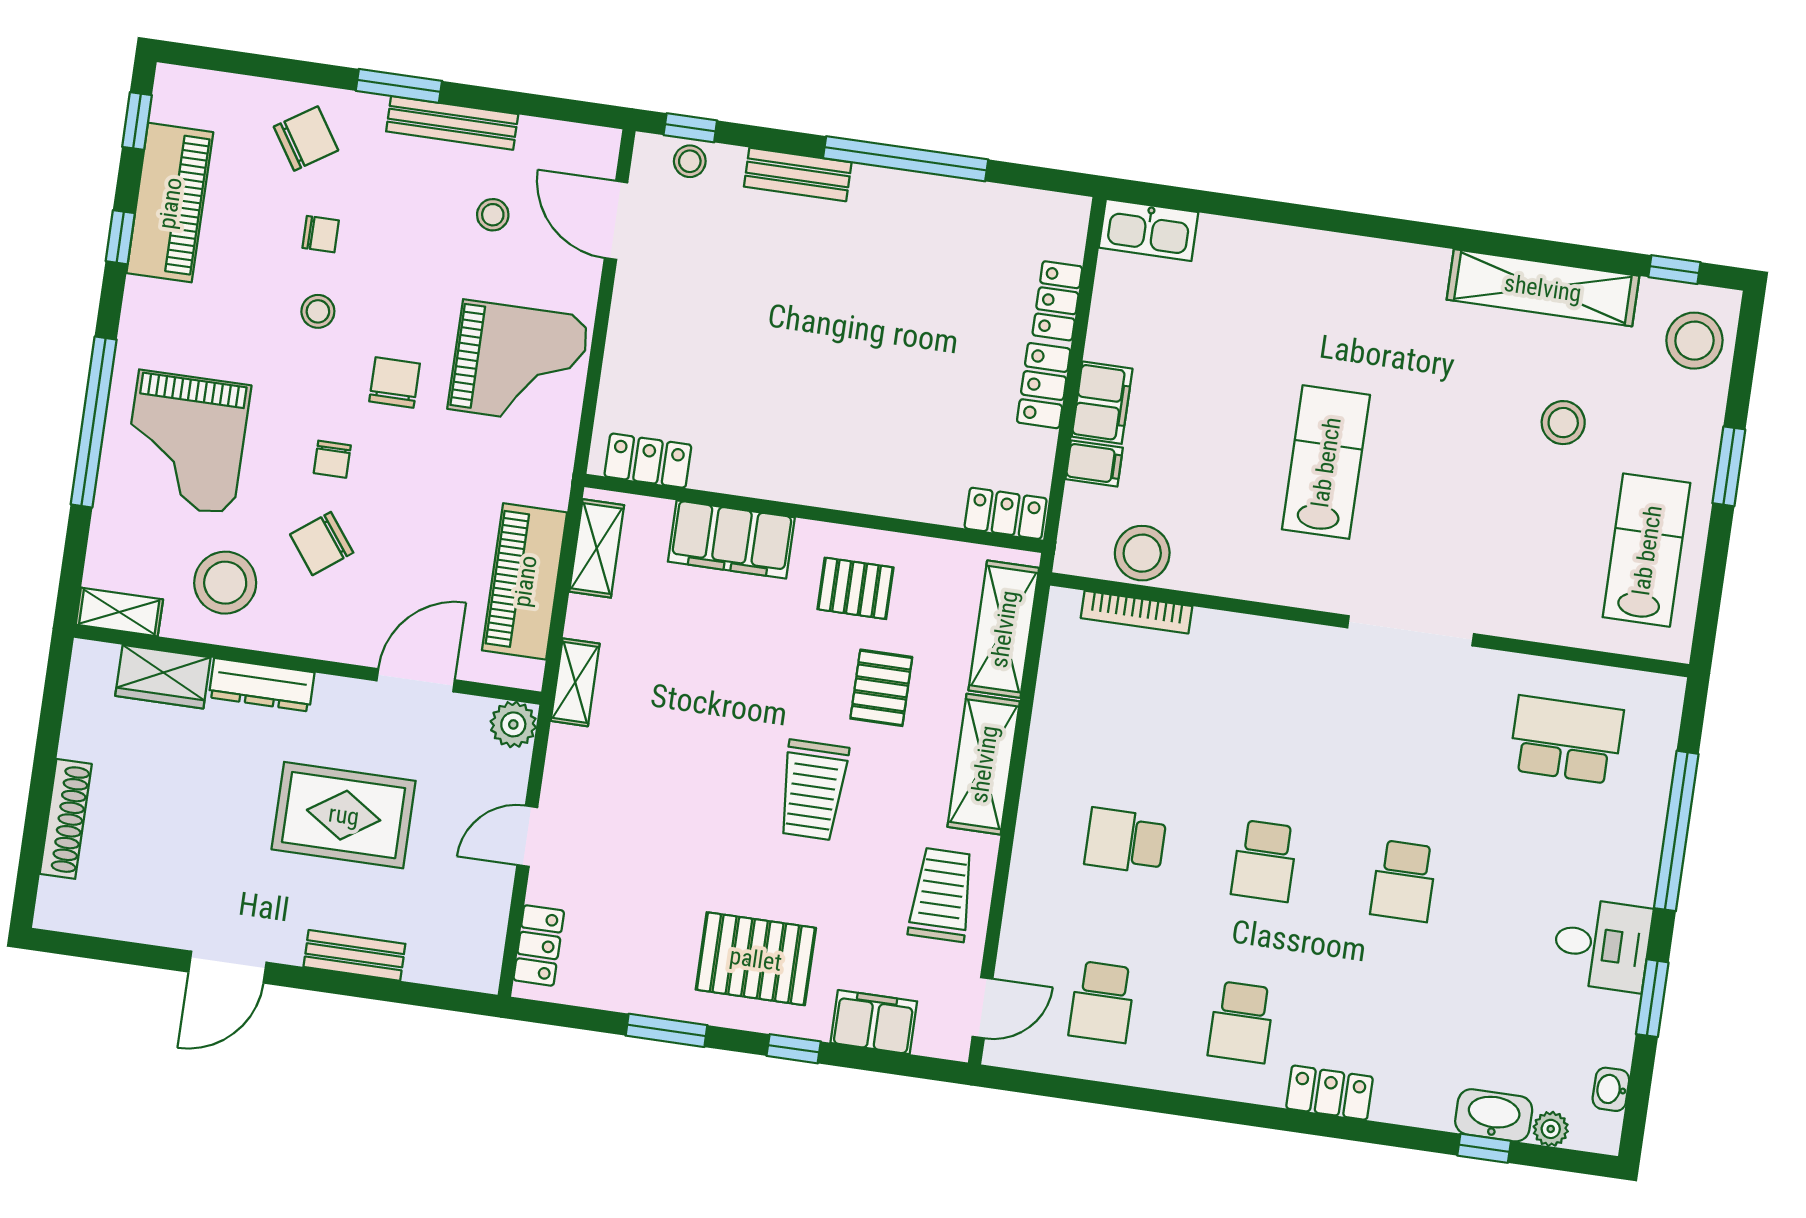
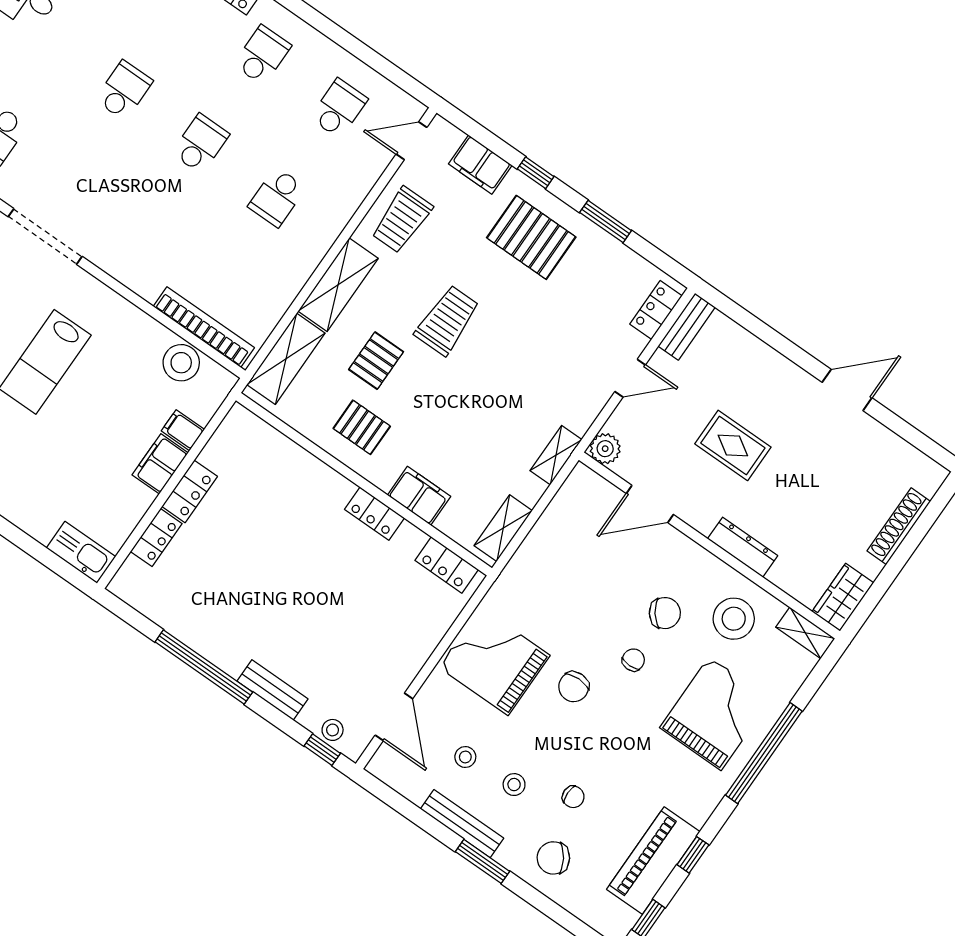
chair: (321, 234) -> (573, 797), turned 180
stool: (318, 311) -> (514, 785), moved
locker: (1006, 513) -> (375, 514), moved
filing cabinet: (731, 540) -> (419, 496), width x0.67, depth x0.86
piano: (525, 581) -> (556, 530), removed
bookcase: (1136, 612) -> (204, 327), width x1.48, depth x1.31
wardrobe: (163, 677) -> (843, 597), moved, turned -90
rug: (344, 815) -> (733, 445), width x0.73, depth x0.70
school desk: (1125, 841) -> (277, 197), turned 90
bench: (354, 955) -> (687, 327), moved, turned 90

